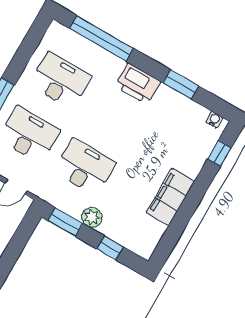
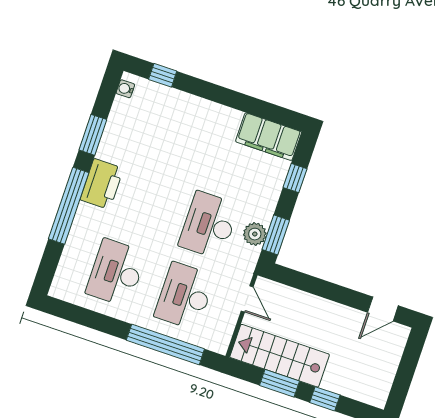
window: (101, 38) -> (69, 206), moved
filing cabinet: (170, 197) -> (269, 137), moved
plant: (92, 217) -> (255, 234), moved

